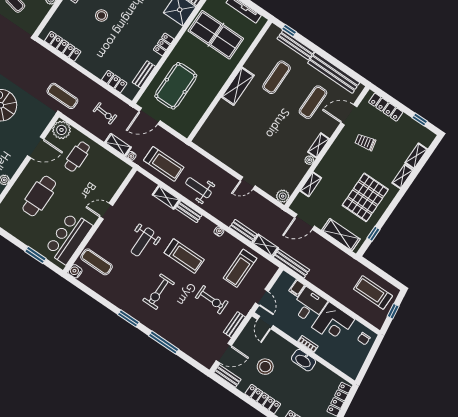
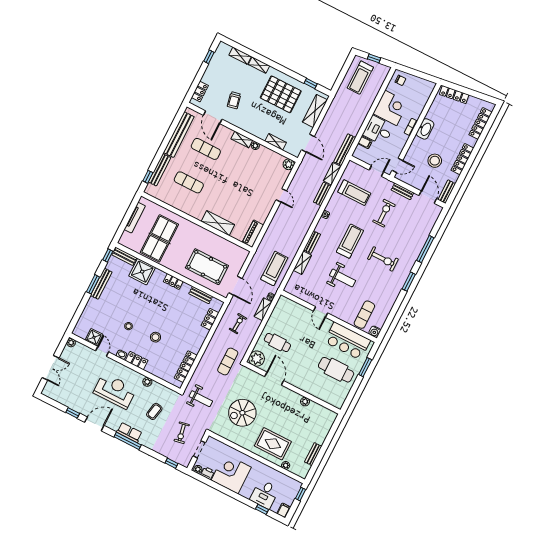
shelving: (238, 86) -> (218, 223), moved
locker: (386, 107) -> (200, 92), width x0.66
piano: (207, 144) -> (253, 234), added
weight bench: (198, 188) -> (201, 399), moved, turned -90
cafe table: (39, 196) -> (336, 370), moved

